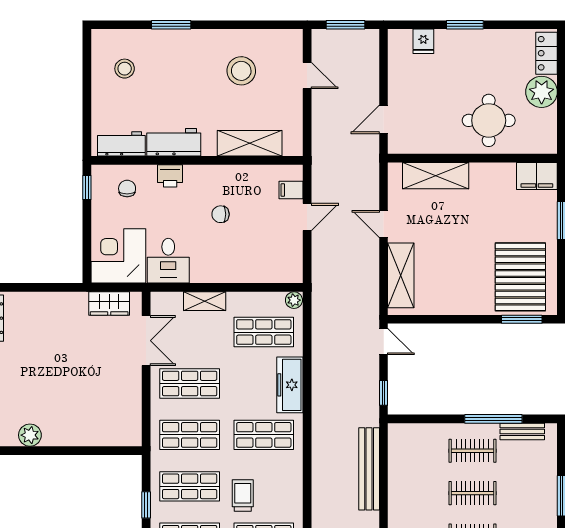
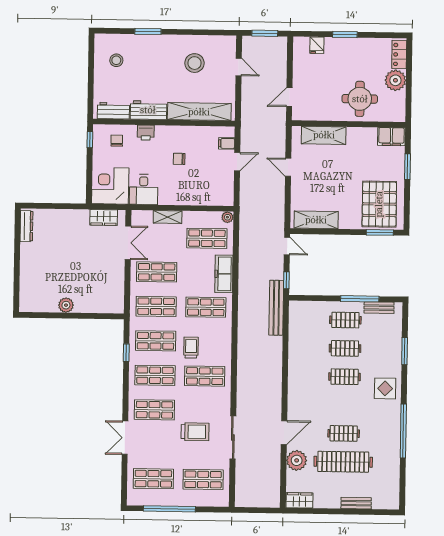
shelving: (250, 143) -> (199, 112), width x1.47
shelving: (401, 275) -> (316, 220), moved, turned 90
plant: (30, 435) -> (66, 305), moved
bench: (369, 469) -> (276, 308), moved

